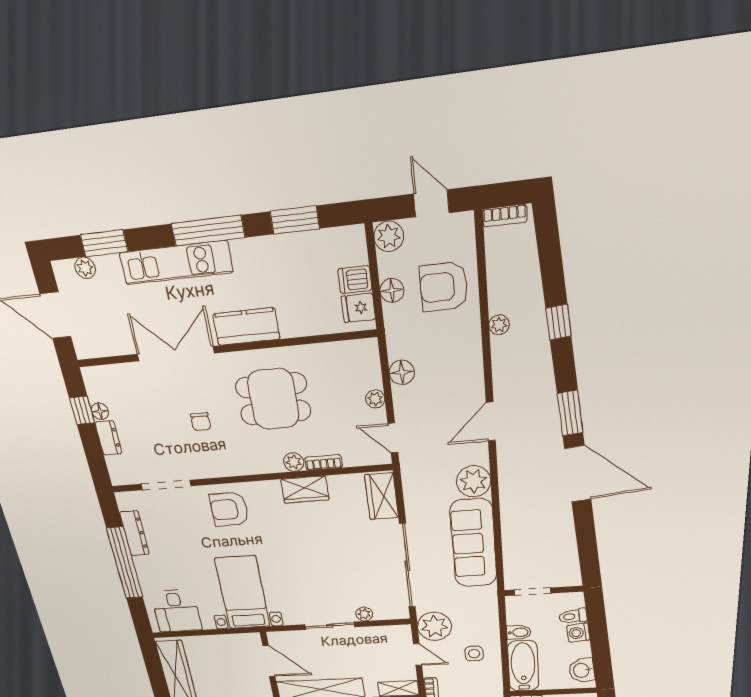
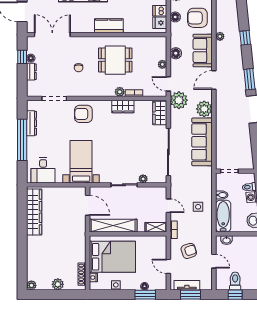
double door: (176, 354) -> (52, 35), moved
sofa: (462, 361) -> (203, 51), added
plant: (434, 626) -> (179, 100), moved

